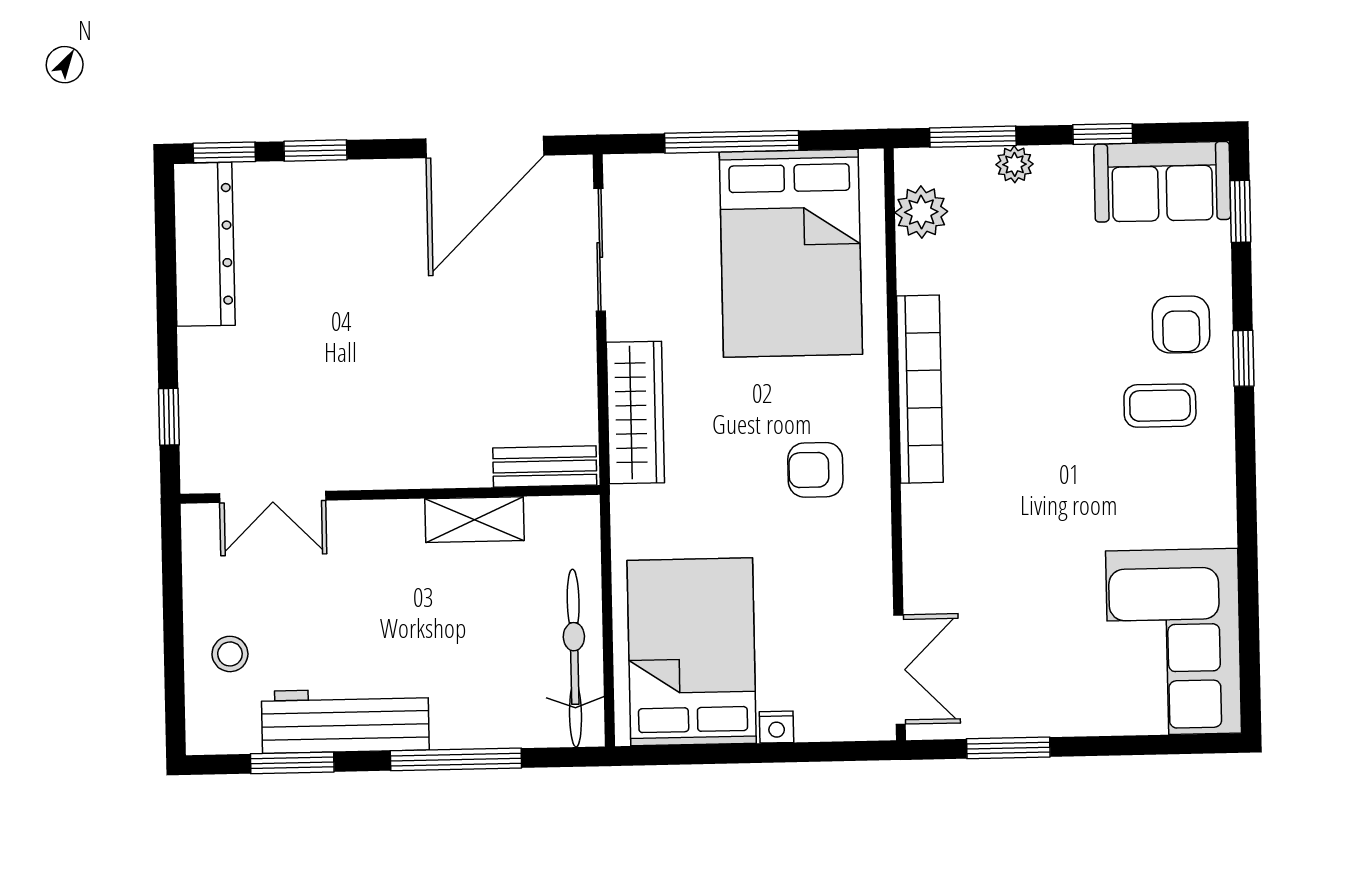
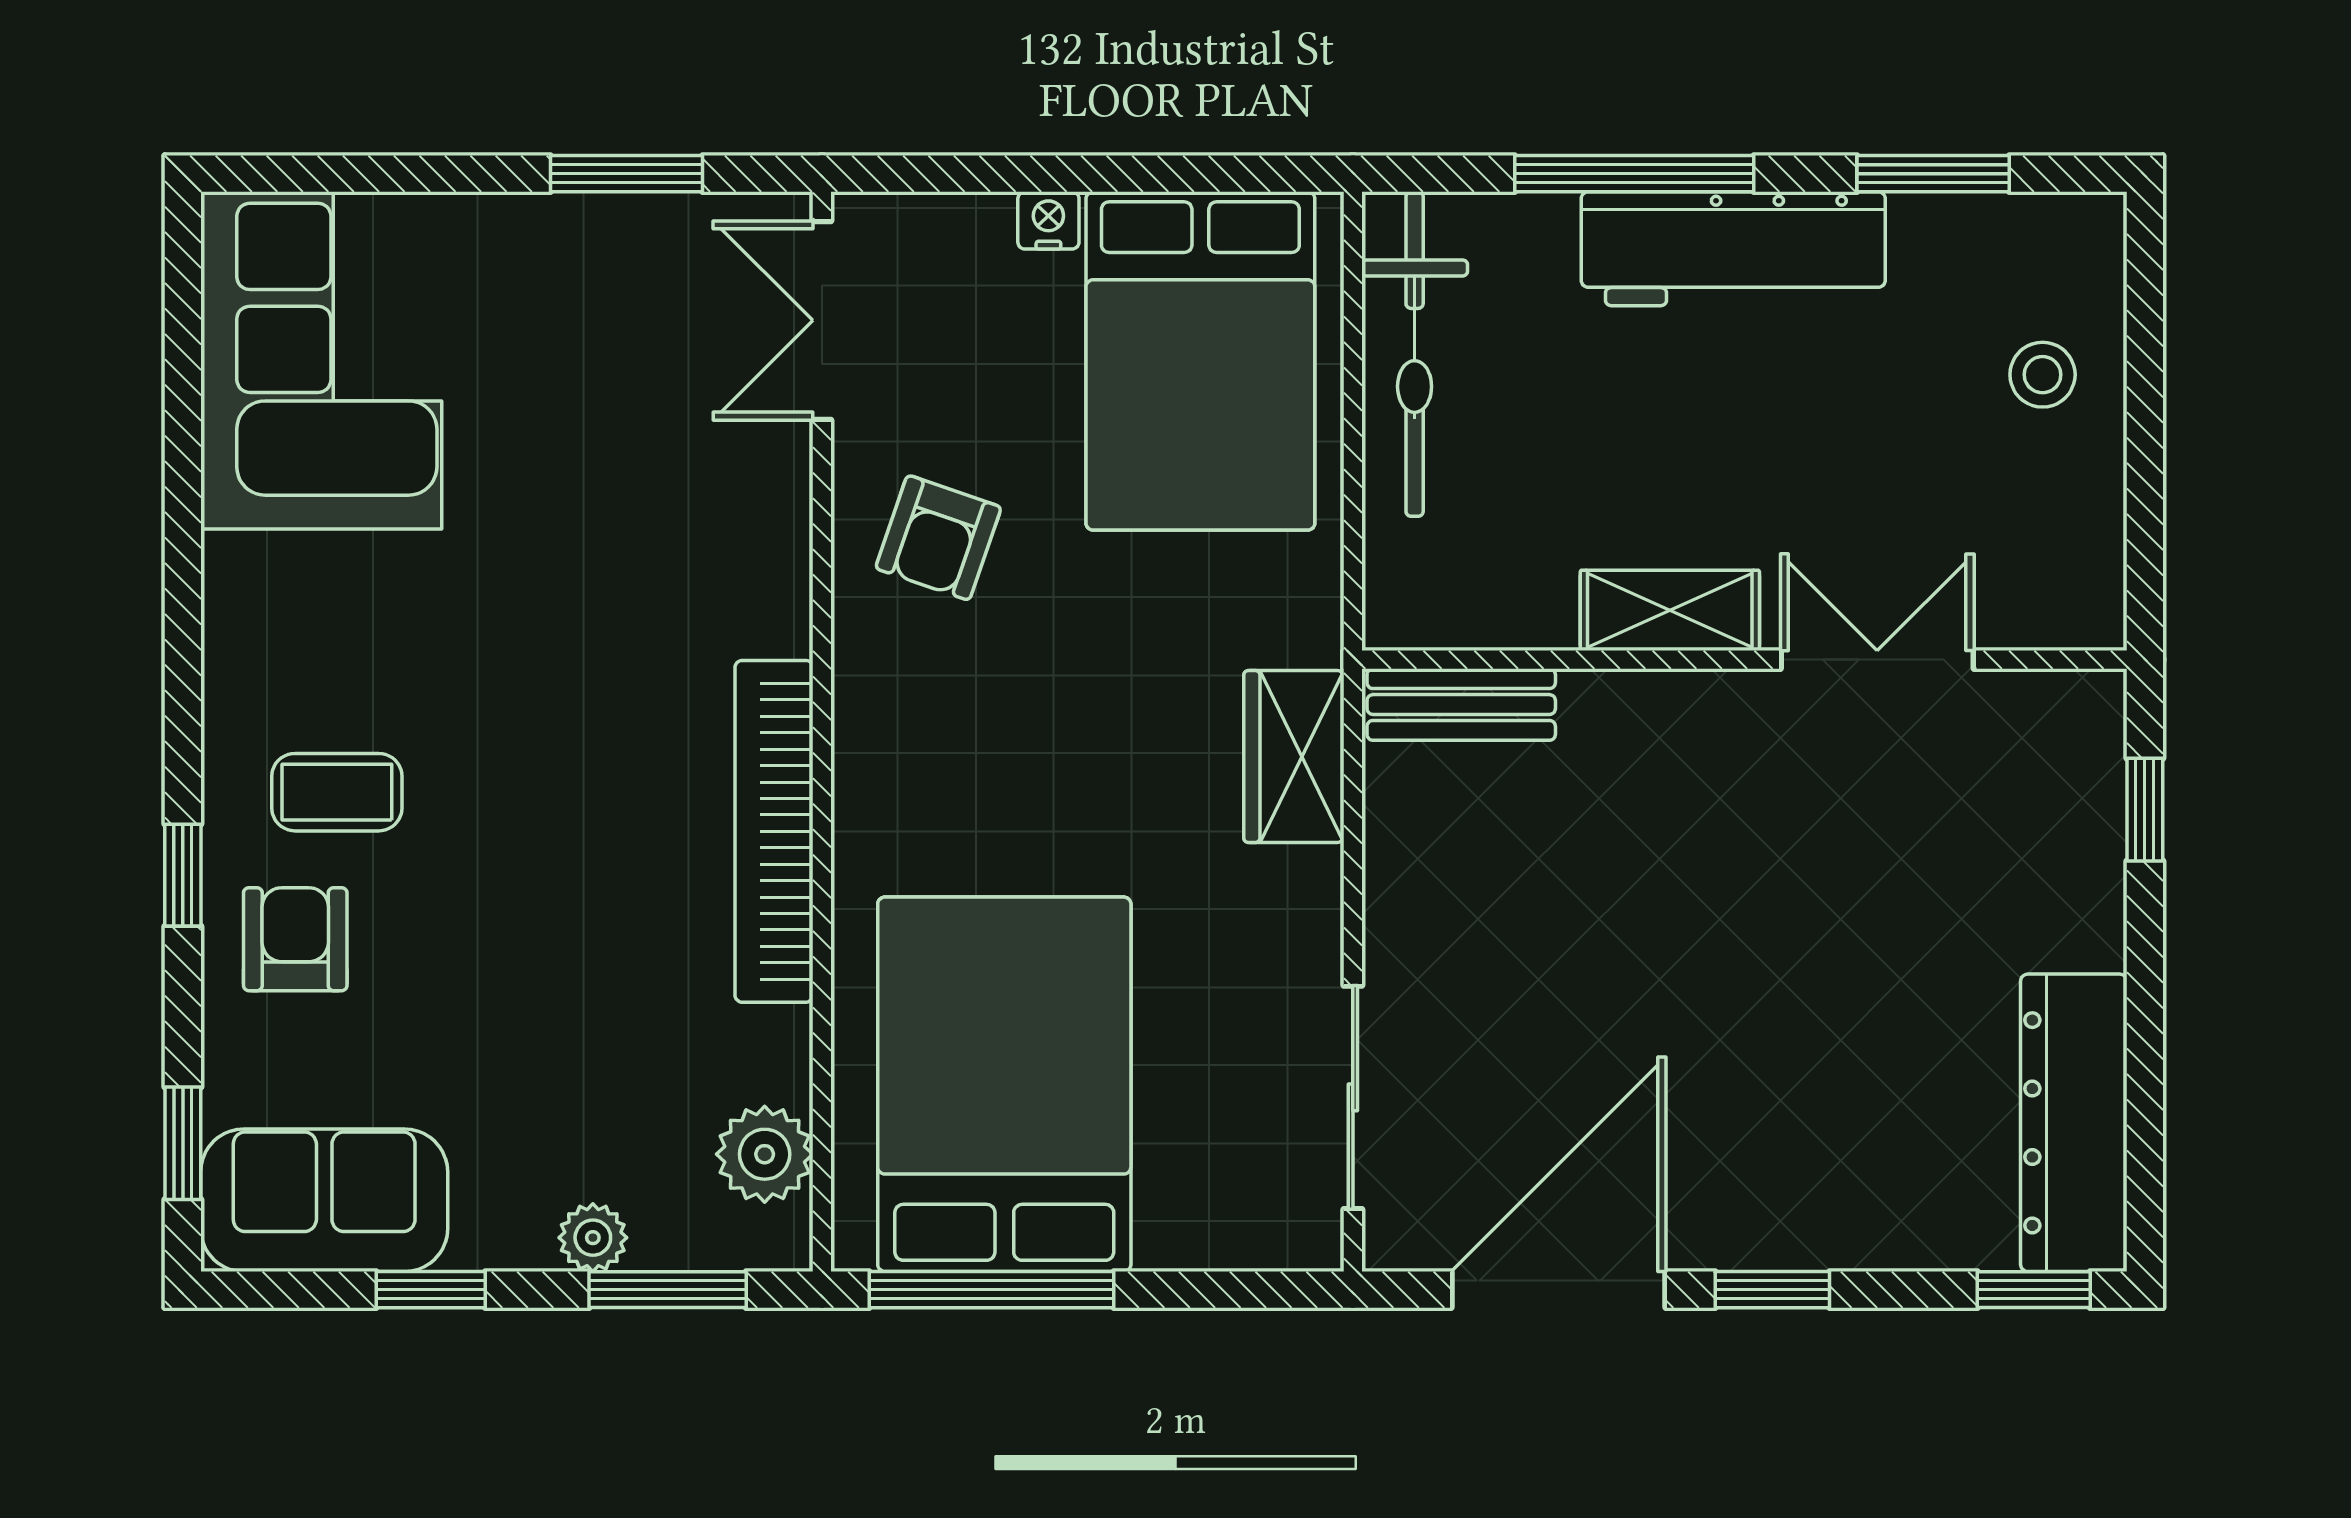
window: (732, 142) -> (991, 1290), moved
window: (315, 150) -> (1772, 1290), moved
wardrobe: (635, 412) -> (1294, 757), width x0.67
armchair: (815, 470) -> (938, 538), moved, turned 109
double door: (273, 497) -> (1877, 660), moved
shelving: (475, 520) -> (1670, 610), moved
workbench: (345, 721) -> (1733, 249), moved

